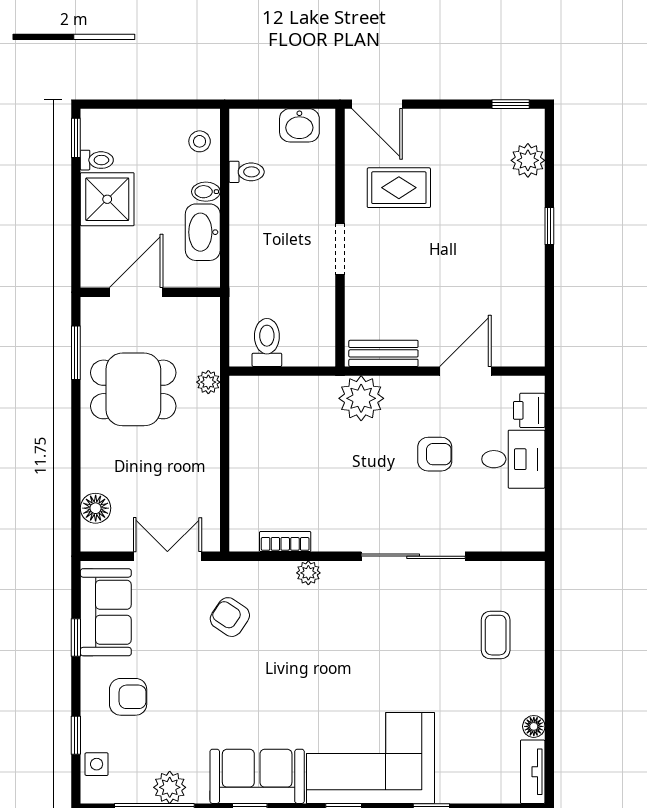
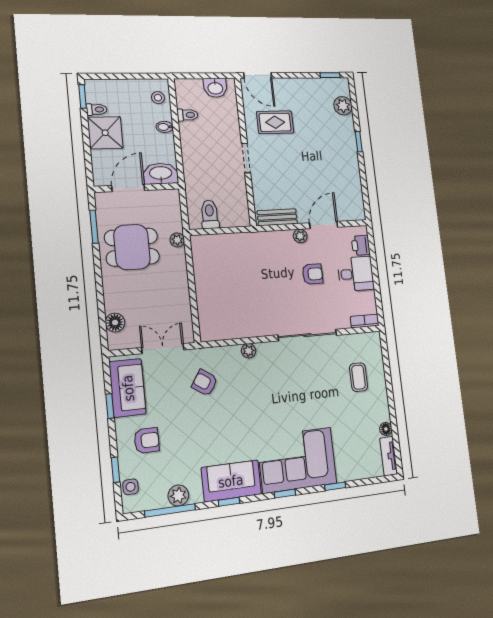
washbasin: (203, 232) -> (161, 174), moved, turned 90
plant: (361, 398) -> (300, 236), moved, width x0.53, depth x0.53
bookcase: (285, 541) -> (365, 321), moved

